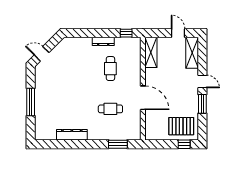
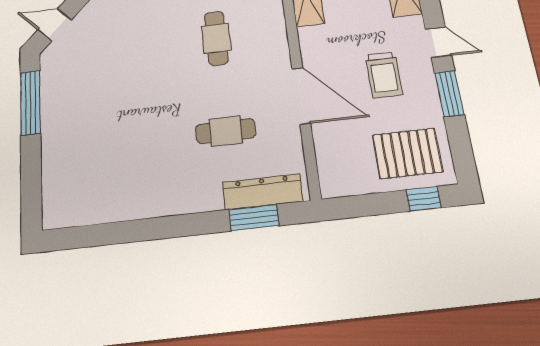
trolley: (178, 93) -> (384, 75), added
window: (31, 102) -> (30, 103), moved
dresser: (72, 135) -> (263, 192), moved

